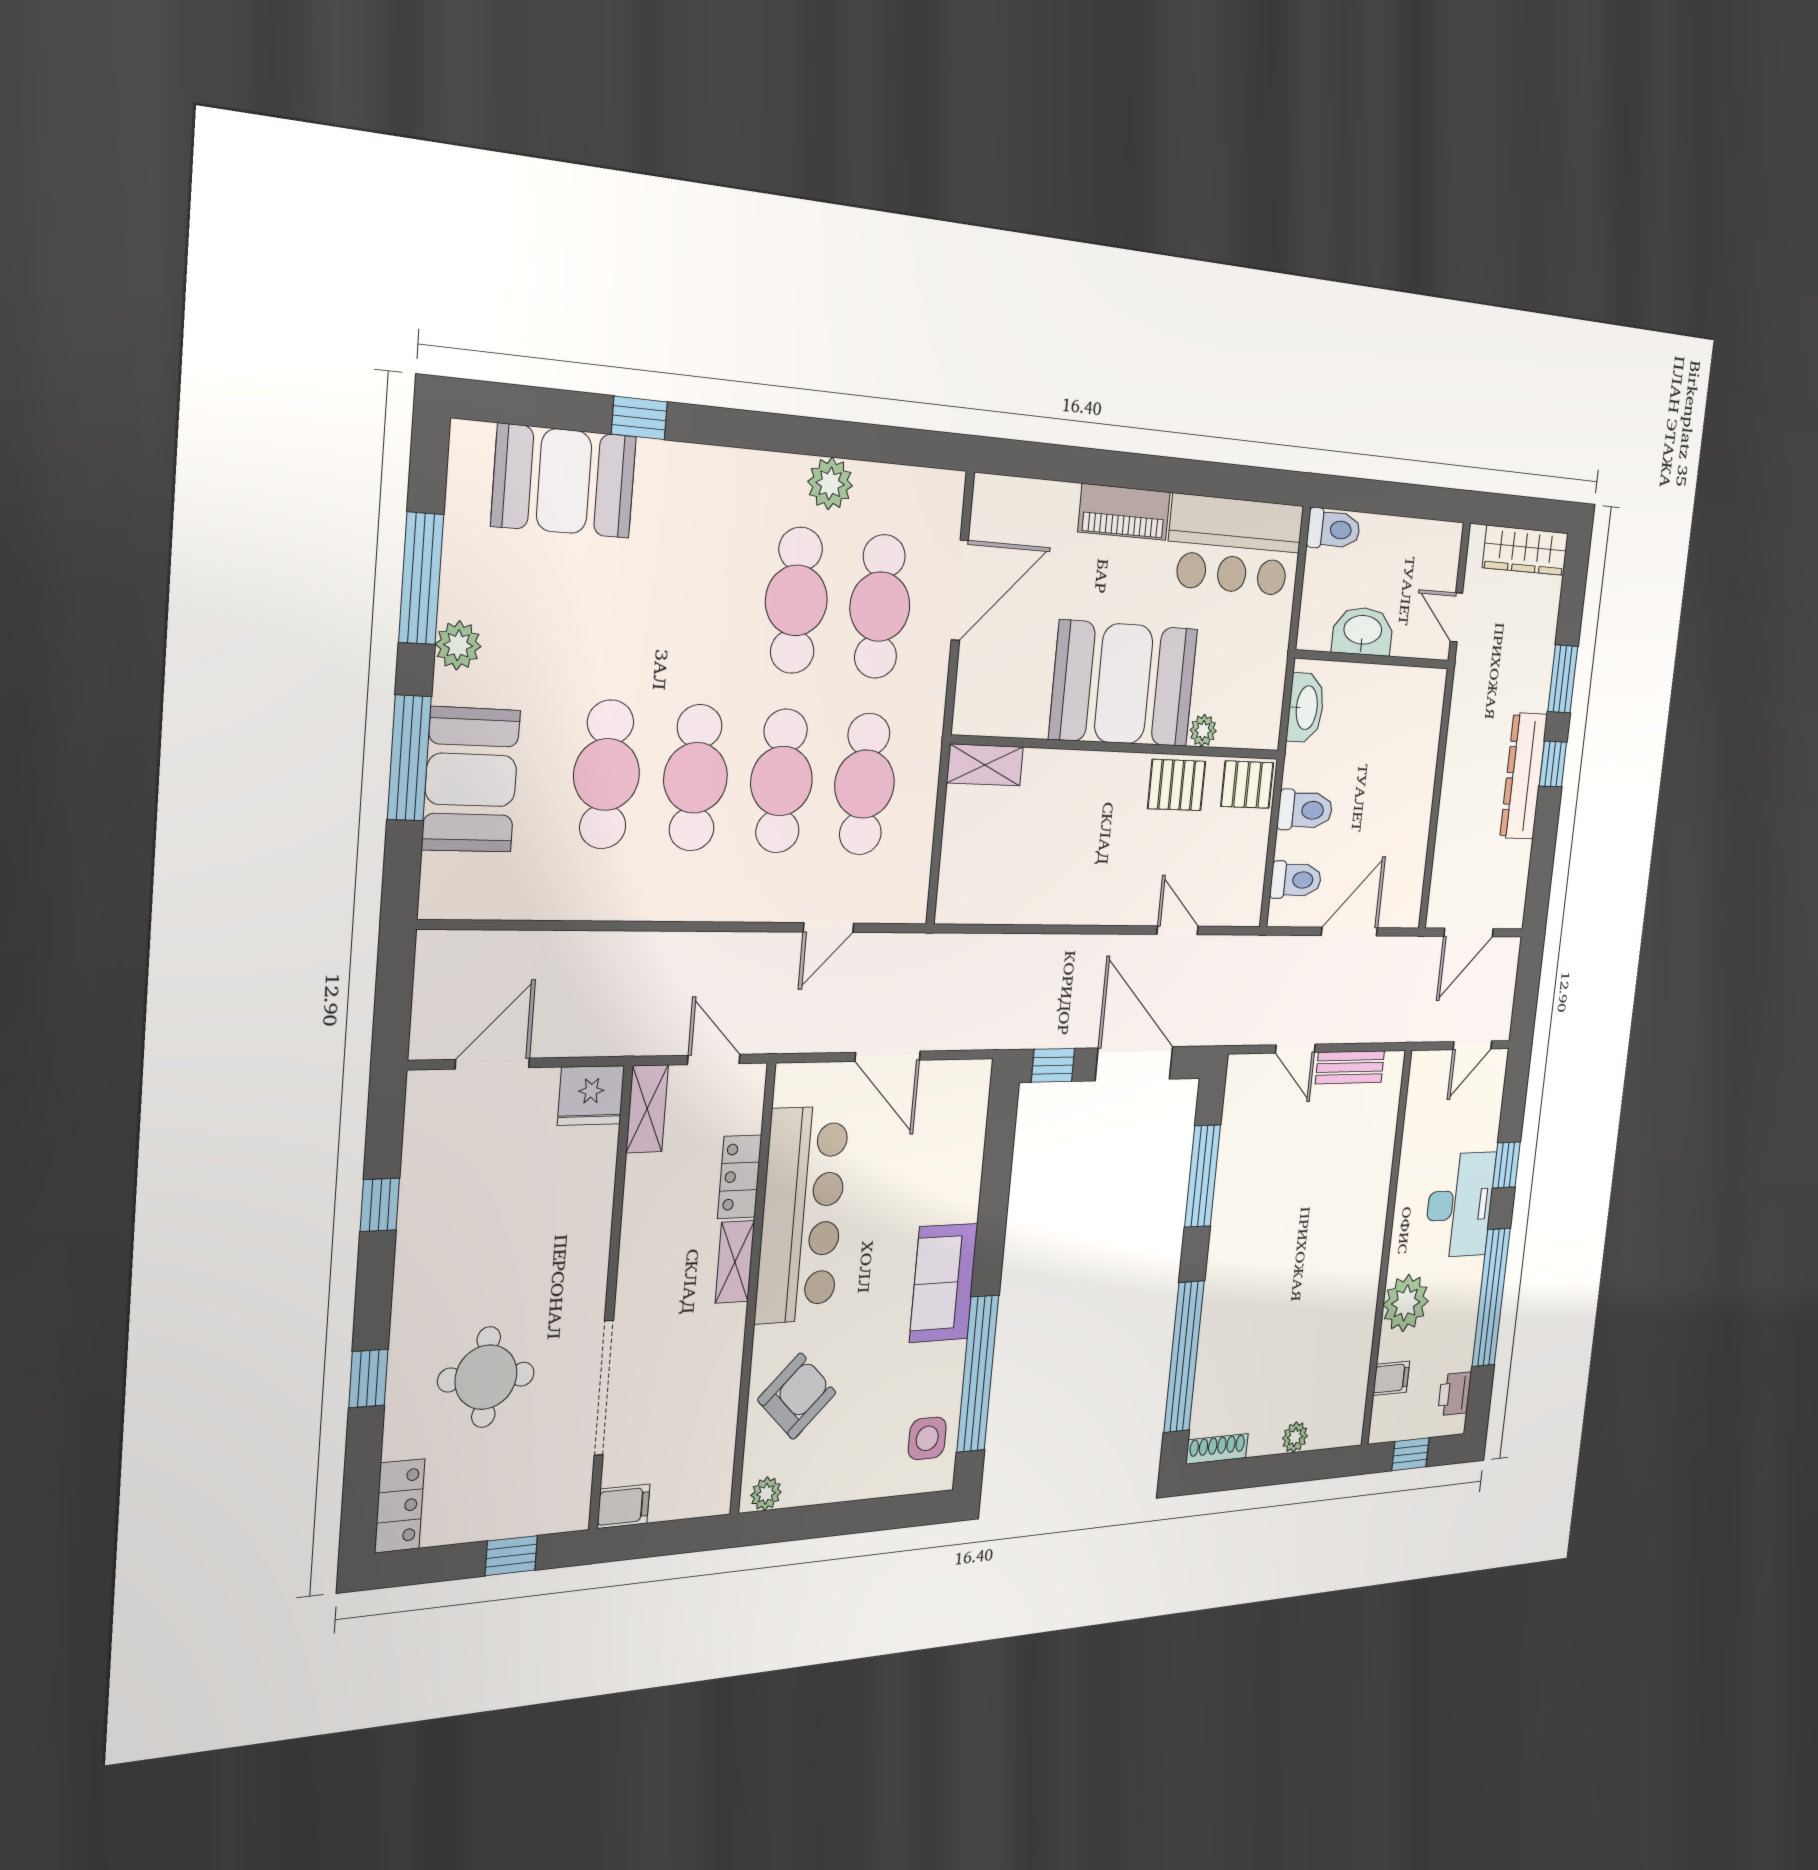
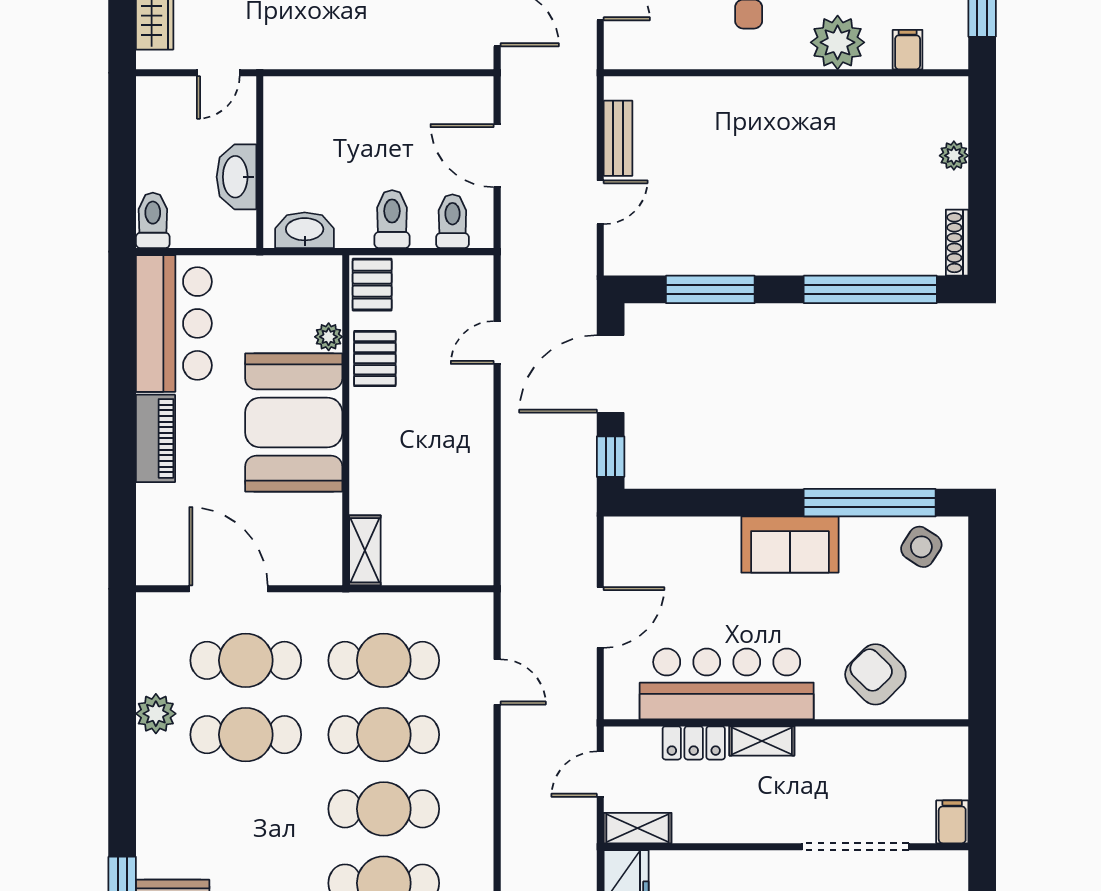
side table: (927, 1438) -> (921, 547), turned 33
plant: (766, 1494) -> (954, 695), removed

